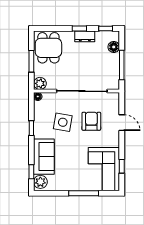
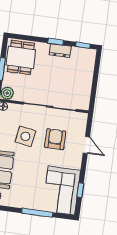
floor lamp: (114, 47) -> (89, 66), removed
window: (122, 65) -> (94, 85), removed

